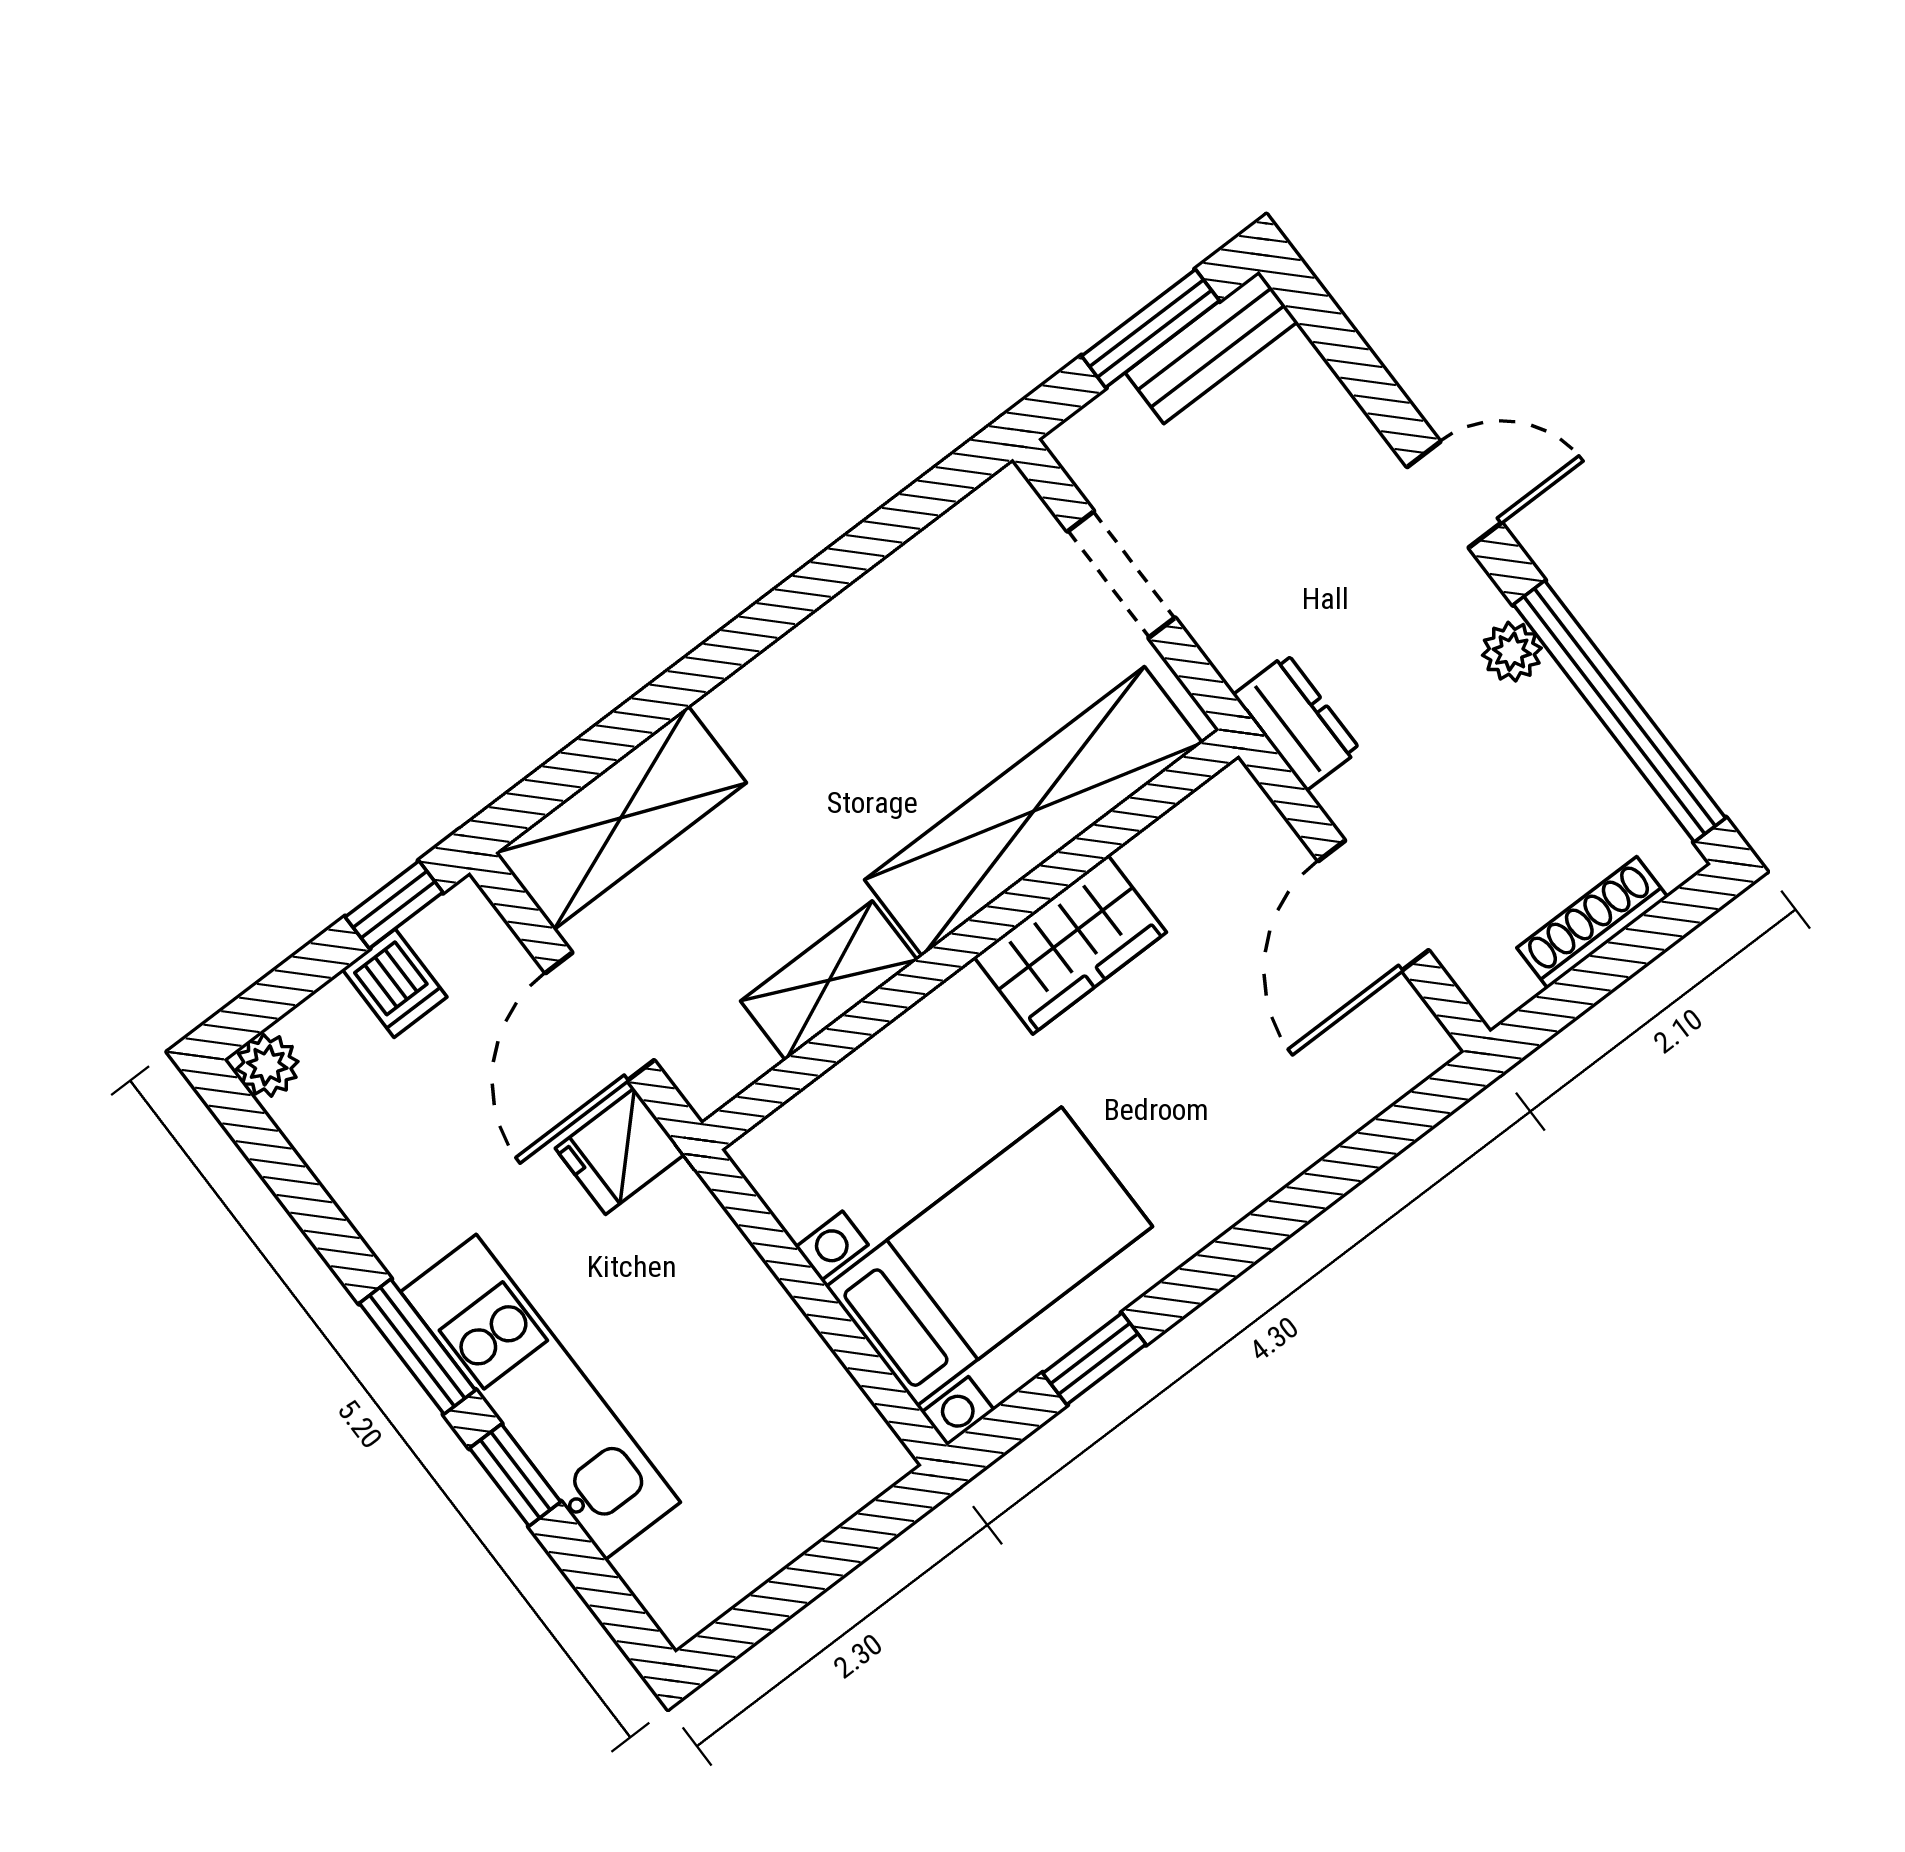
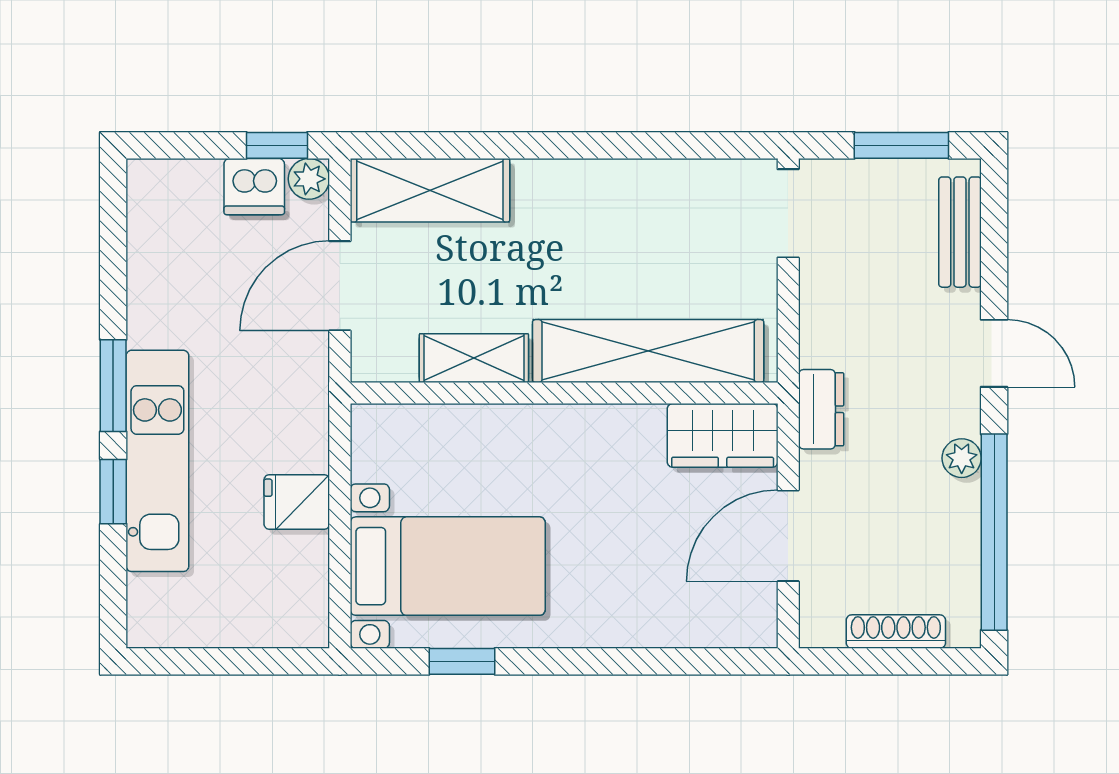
bench: (1211, 347) -> (960, 232), moved, turned 90
doorway: (1121, 574) -> (788, 213), moved
wardrobe: (1070, 945) -> (723, 435), moved
dishwasher: (395, 983) -> (254, 187), width x1.38
plant: (267, 1065) -> (309, 179), moved
fridge: (620, 1151) -> (297, 502), moved

